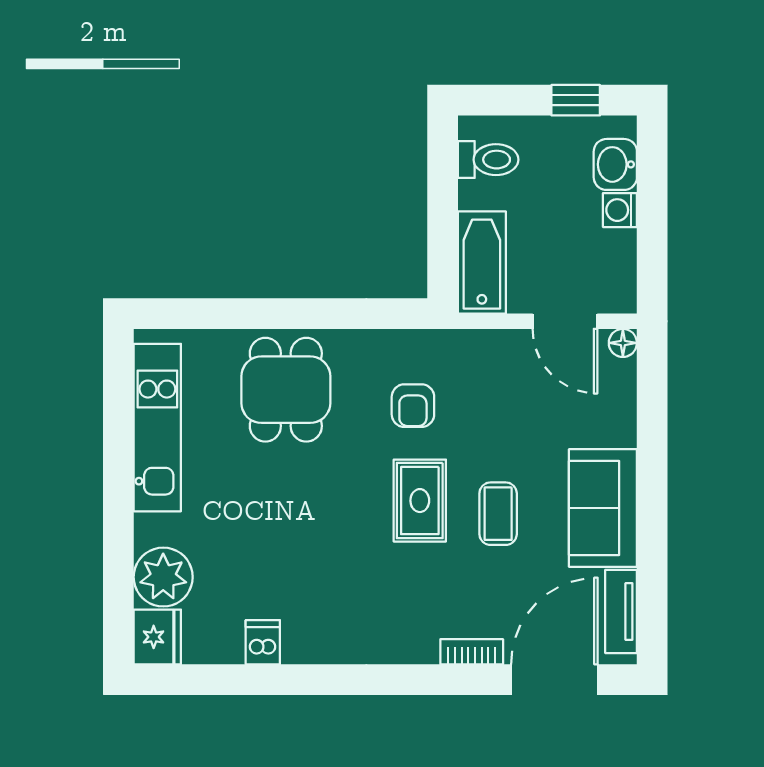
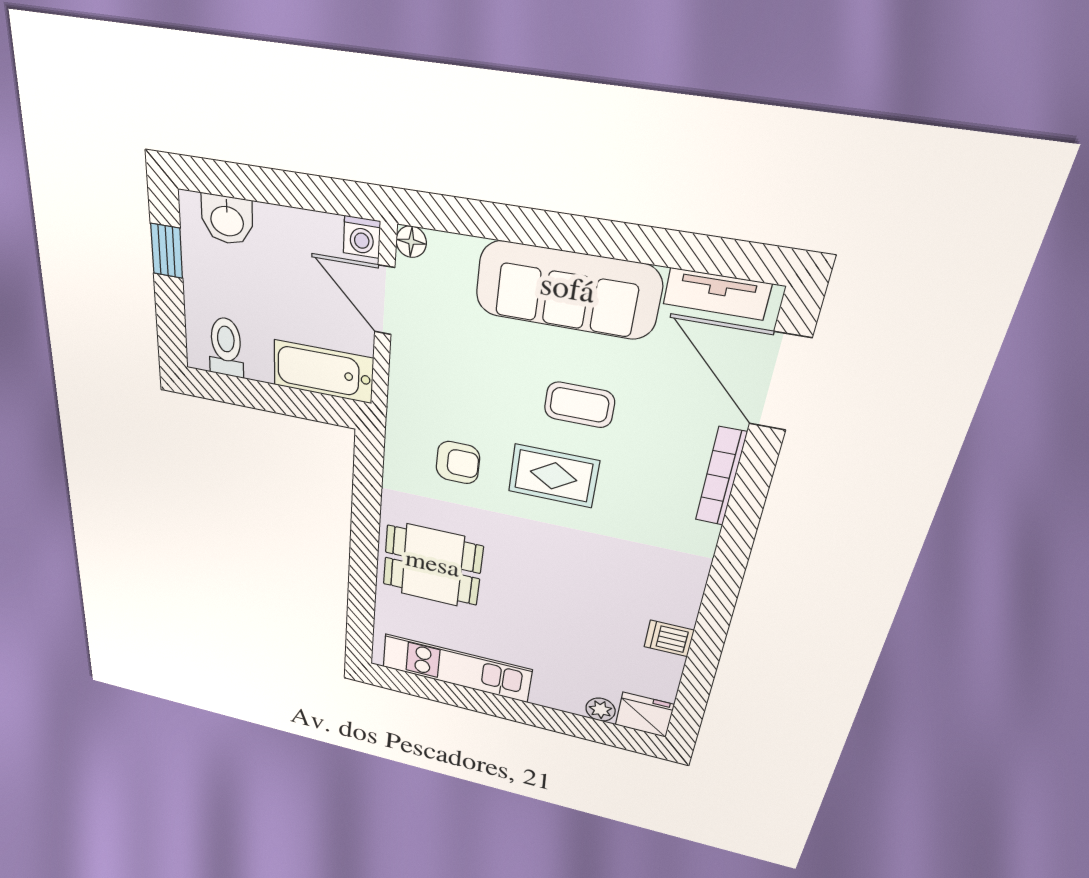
washing machine: (620, 210) -> (362, 237), moved
door: (565, 321) -> (385, 300), swing flipped
sofa: (603, 508) -> (567, 290), width x1.36
plant: (163, 577) -> (601, 710), width x0.53, depth x0.53
bookcase: (472, 652) -> (721, 477), width x1.56

